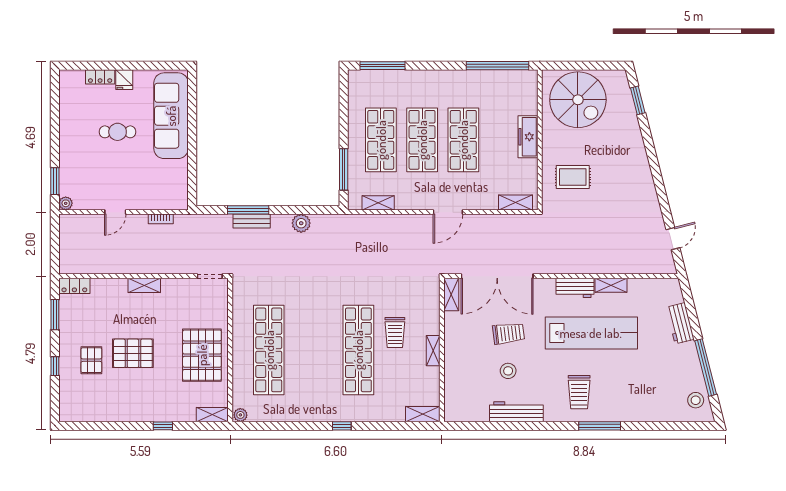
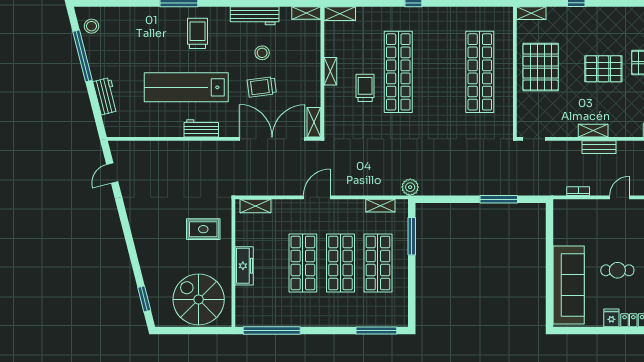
bench: (252, 221) -> (599, 147), moved
plant: (301, 223) -> (410, 187), moved
shelving: (611, 285) -> (306, 13), moved
plant: (240, 415) -> (506, 13), removed

